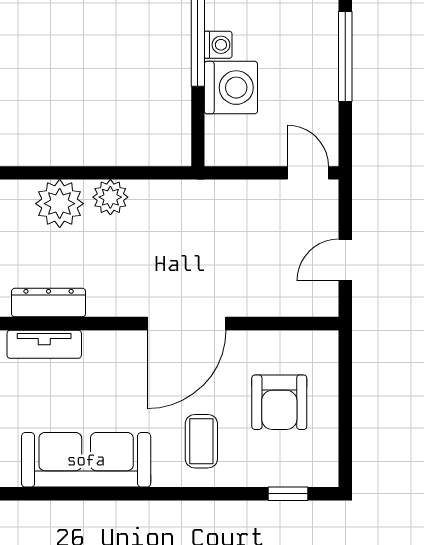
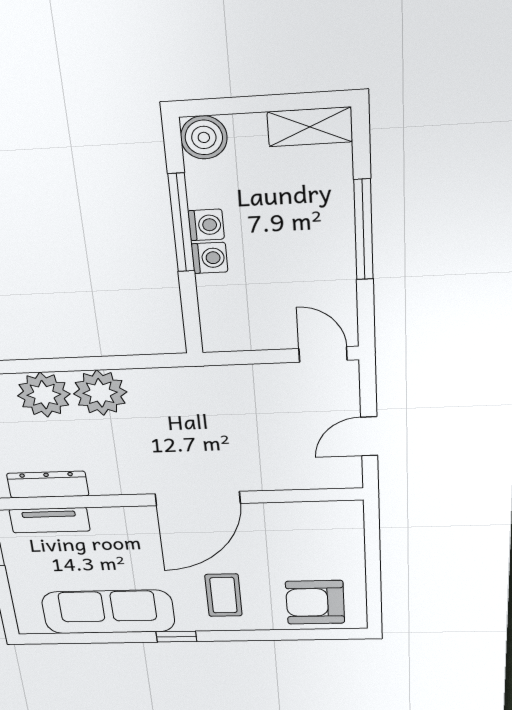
washing machine: (231, 88) -> (210, 258), width x0.53, depth x0.53
plant: (110, 197) -> (100, 393), width x1.36, depth x1.36
armchair: (279, 402) -> (315, 602), moved, turned 90
window: (288, 494) -> (176, 637), moved

